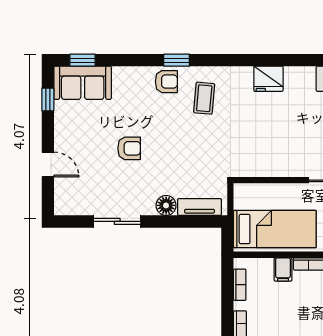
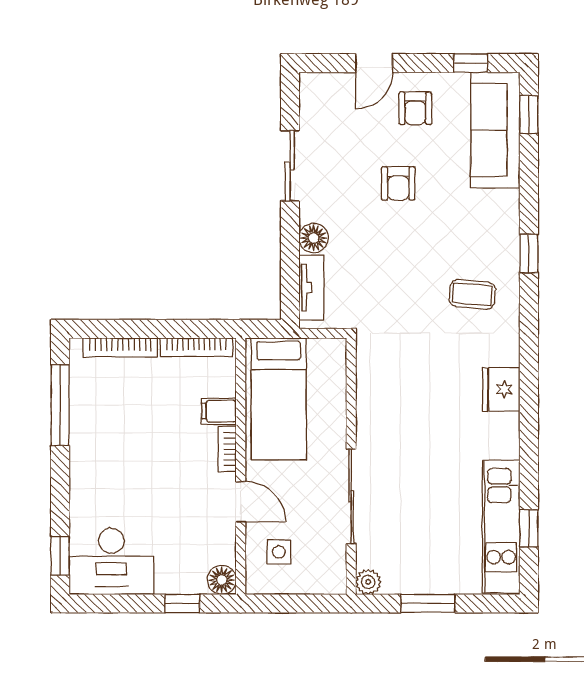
armchair: (166, 82) -> (415, 108), moved
sofa: (83, 83) -> (495, 130), width x1.36
bookcase: (240, 285) -> (196, 347), width x1.56

